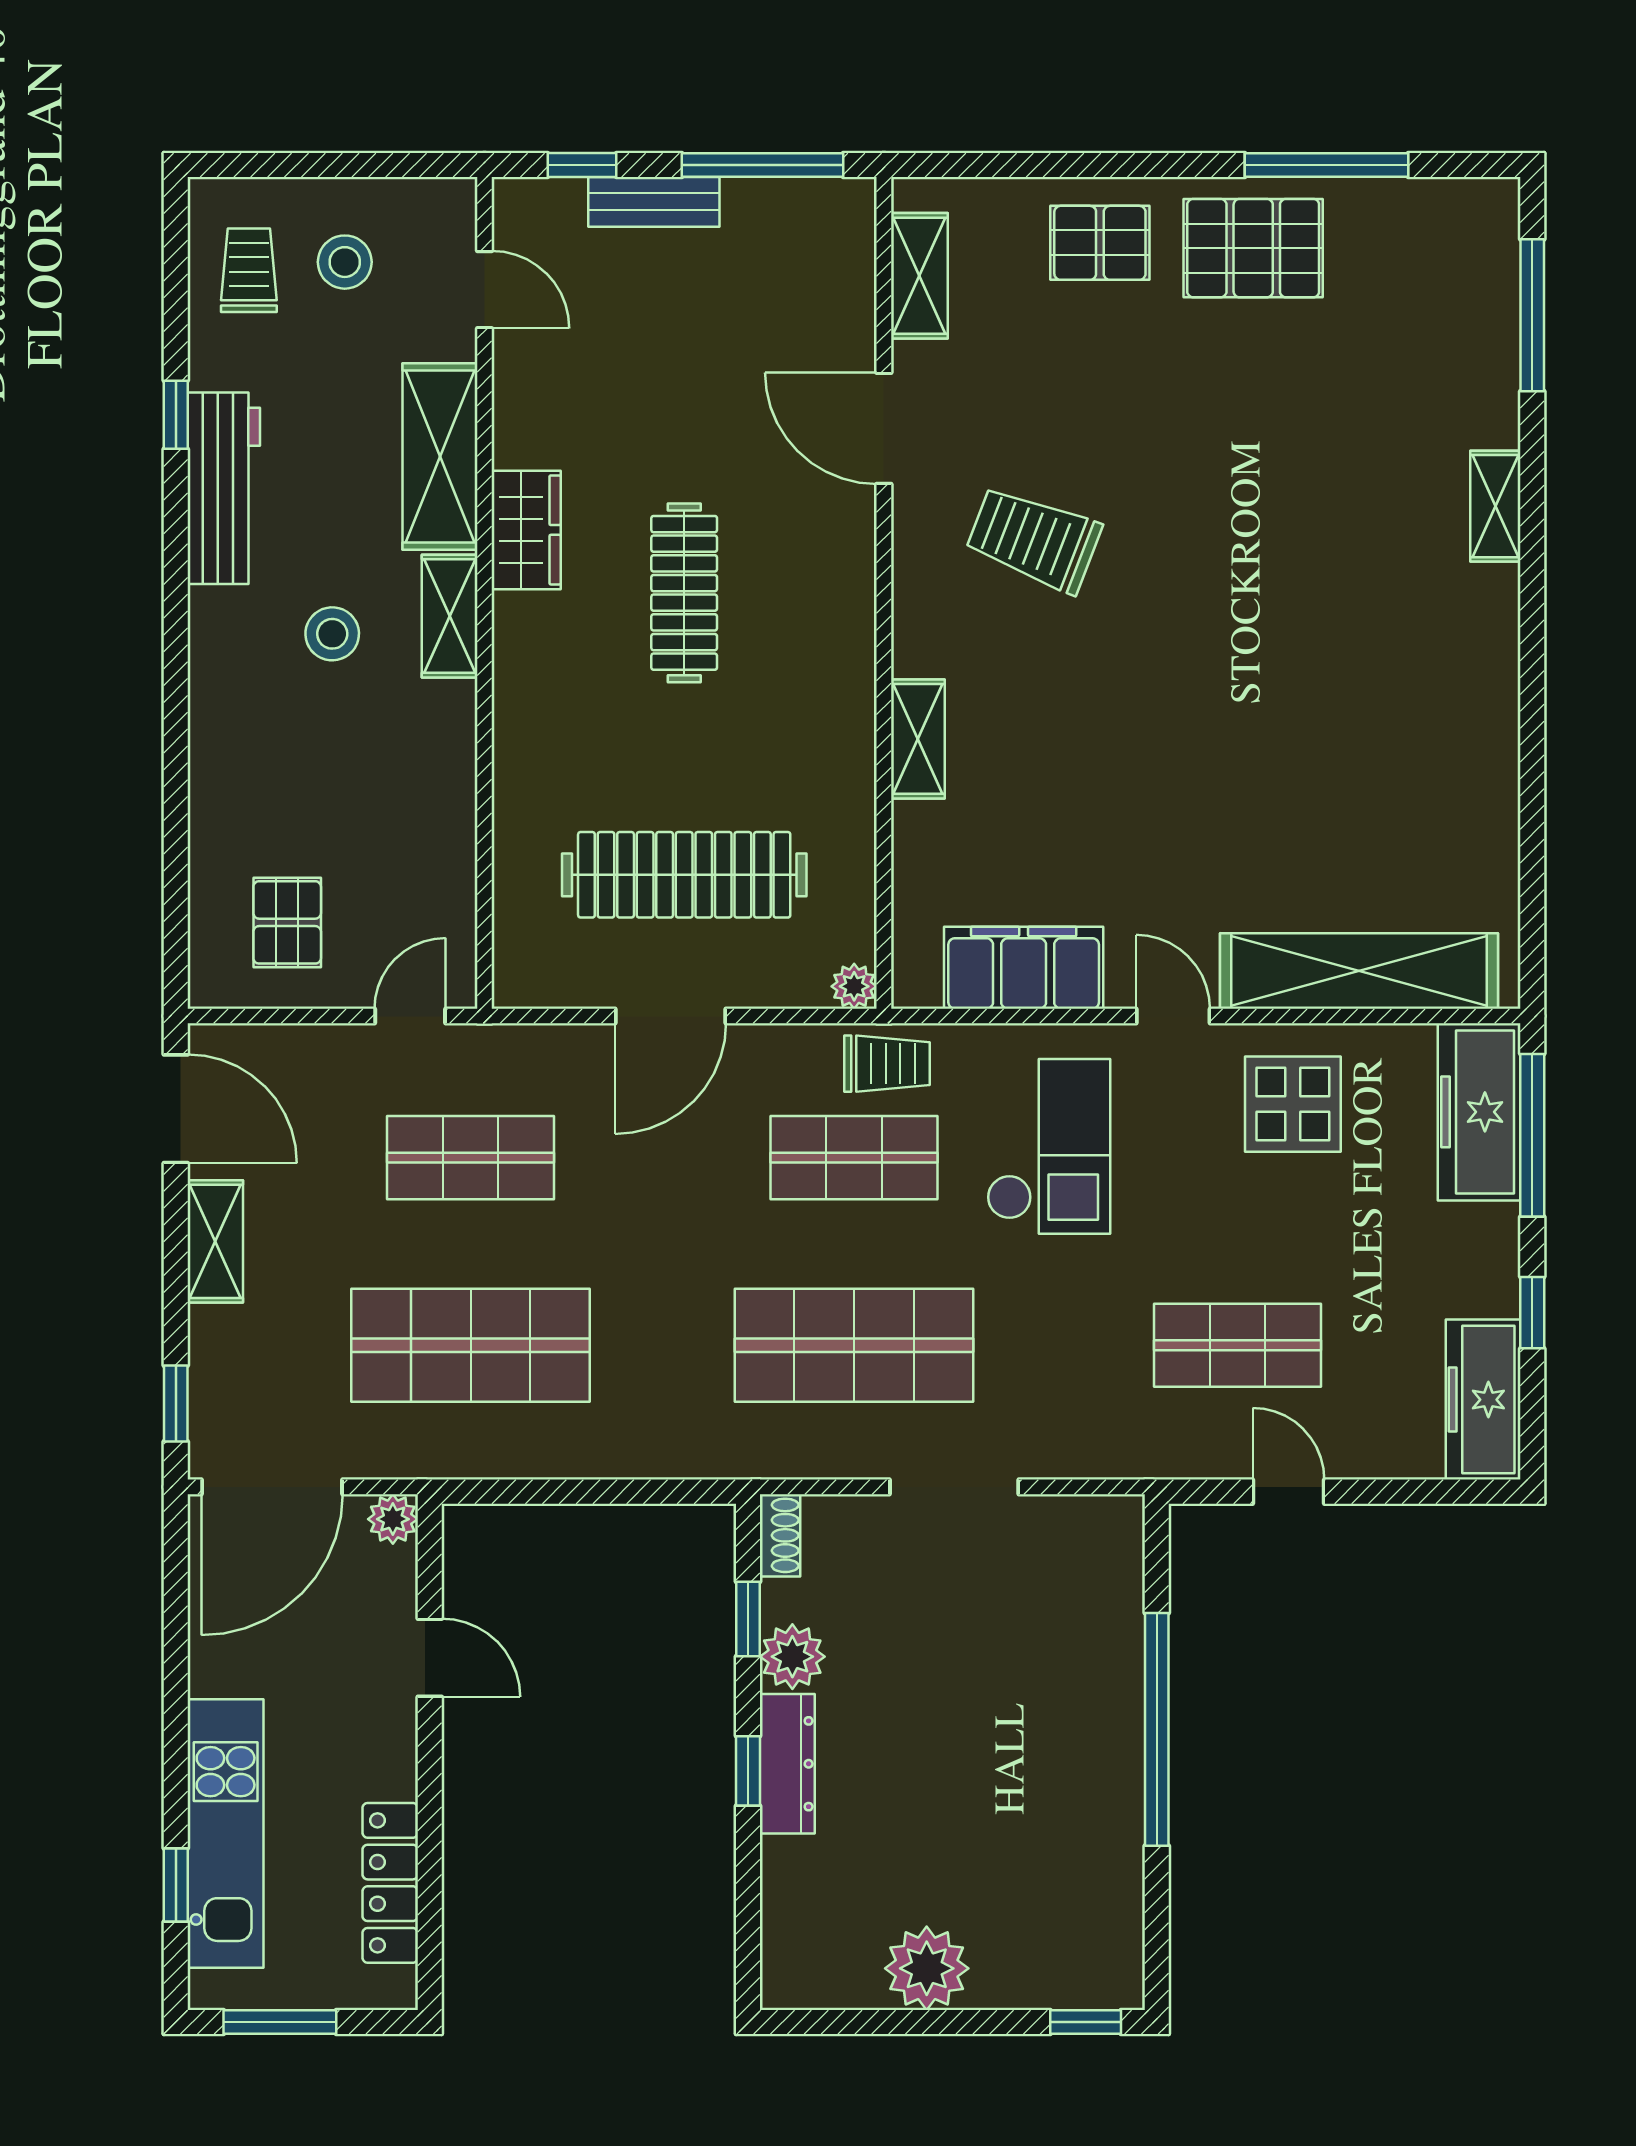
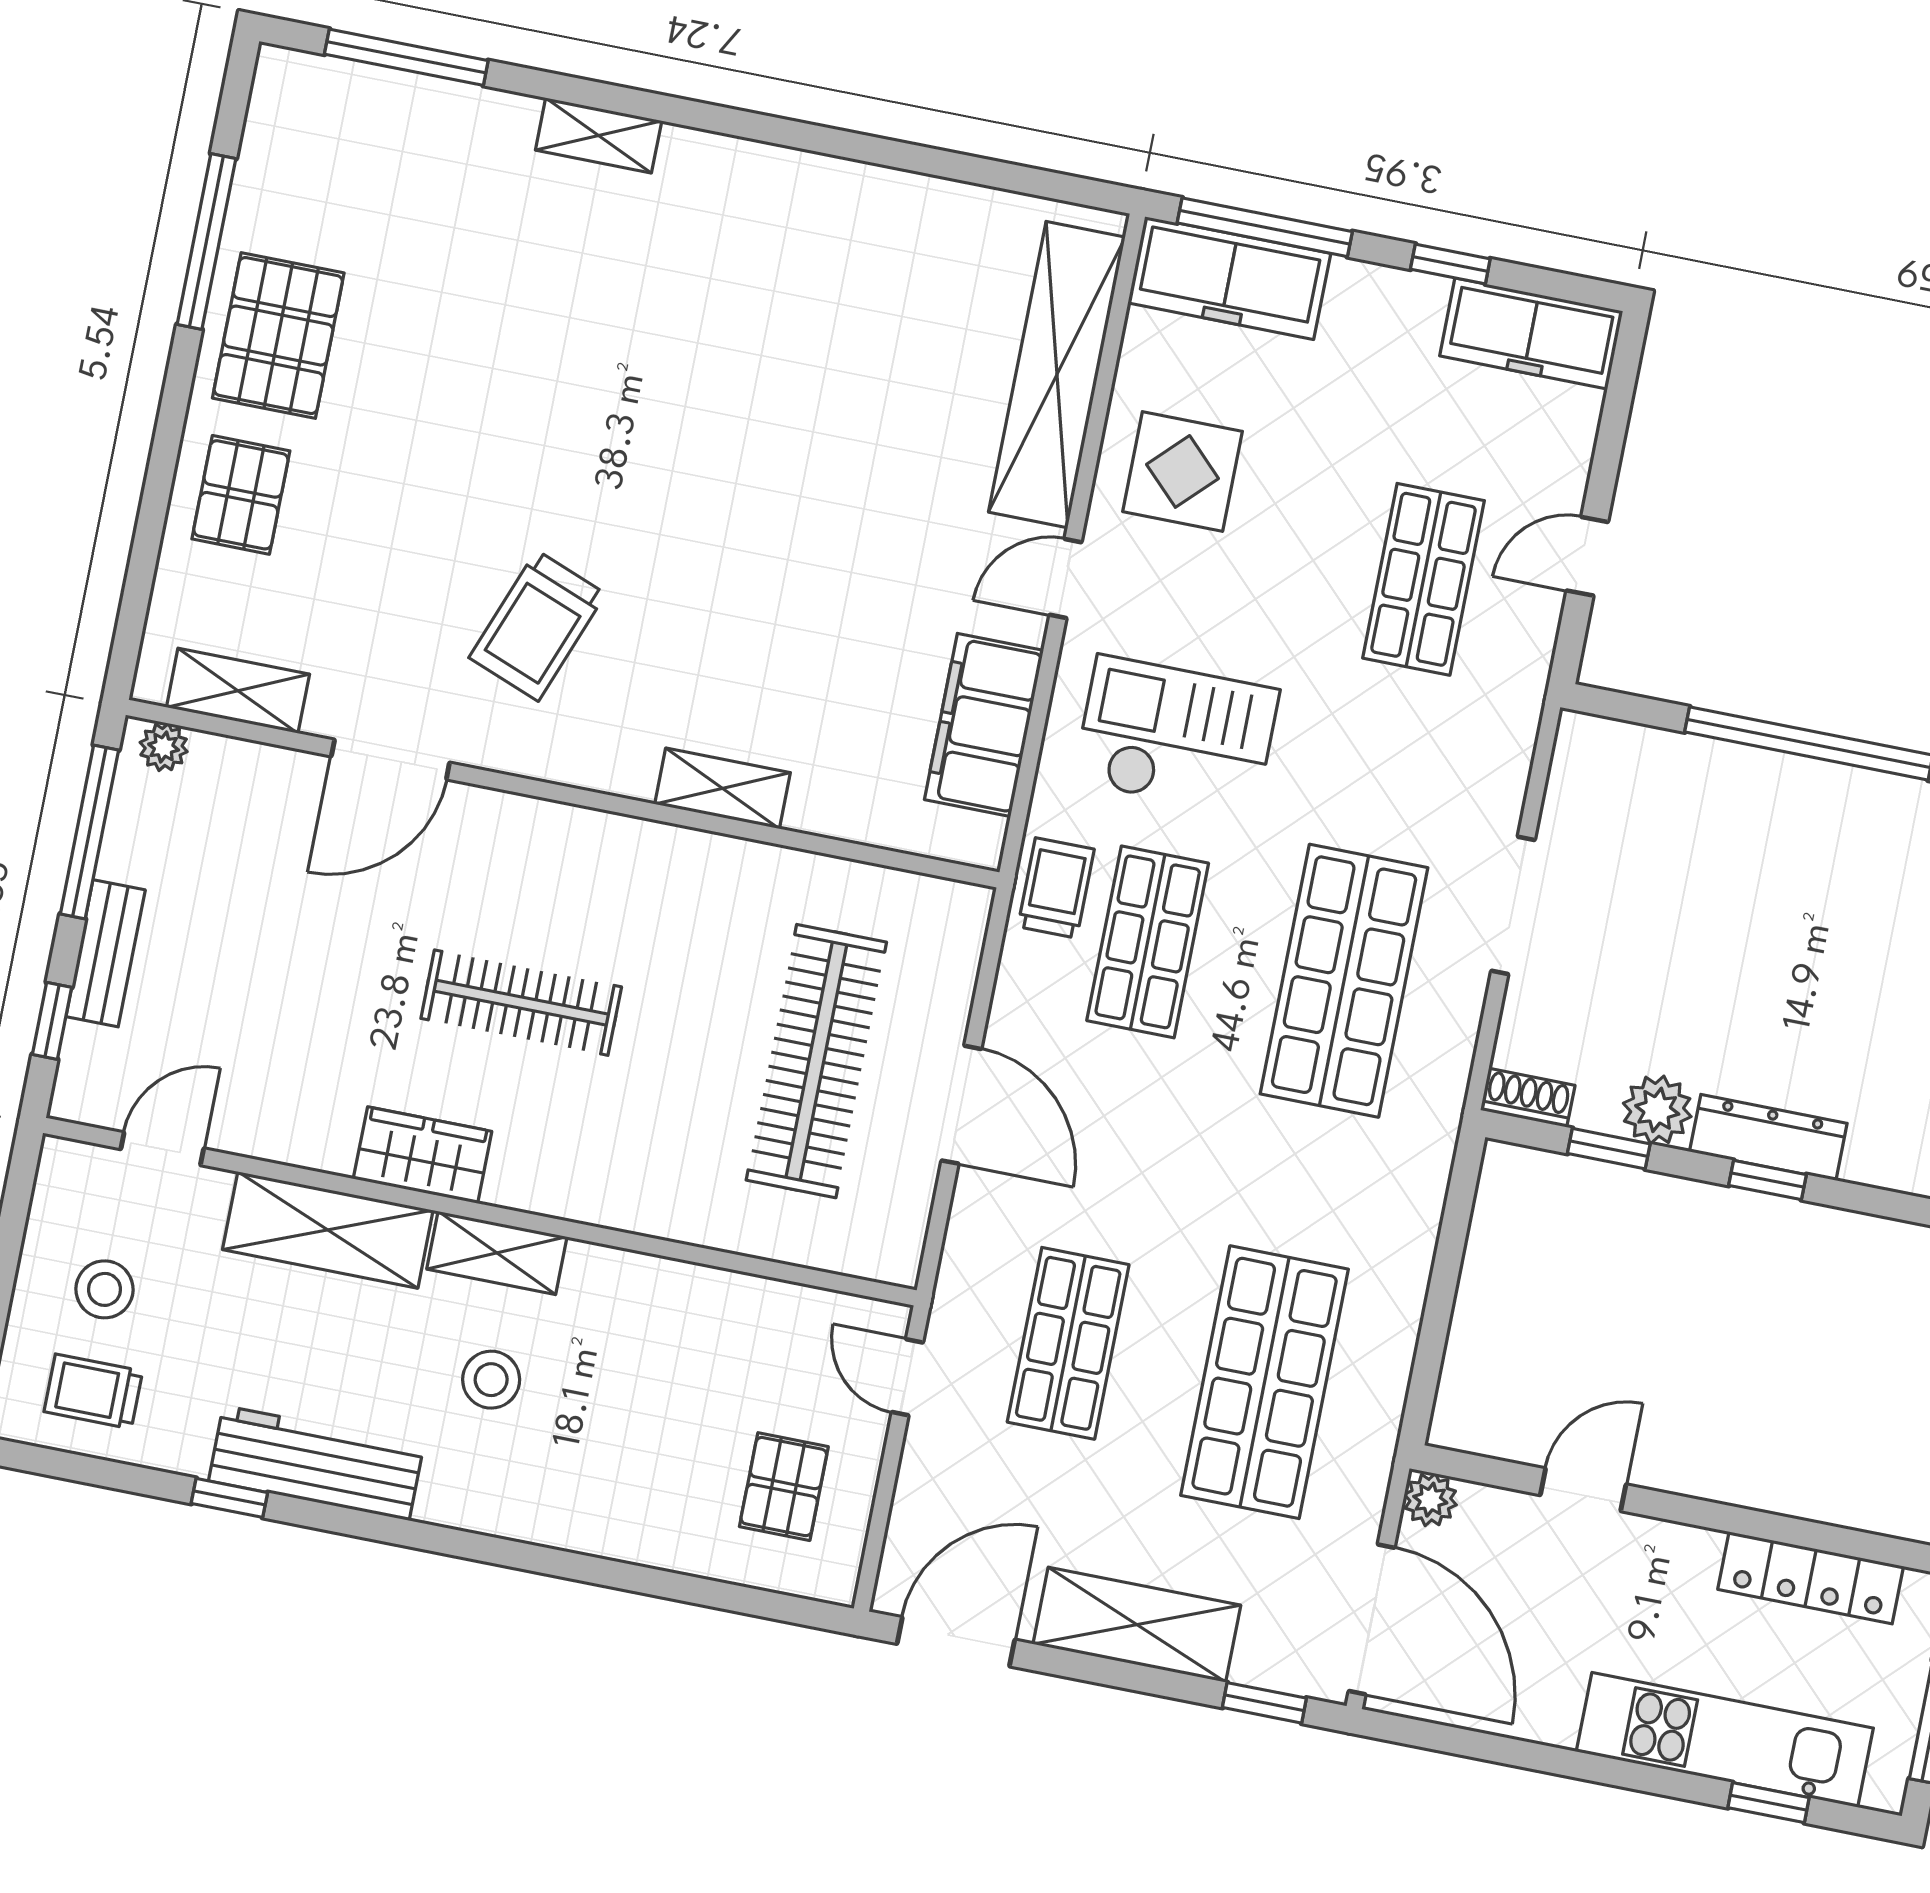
pallet: (287, 922) -> (784, 1487), turned 90
plant: (854, 986) -> (164, 747), moved
shelving: (215, 1241) -> (1137, 1625), width x1.50, depth x1.33

